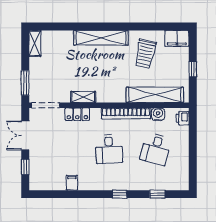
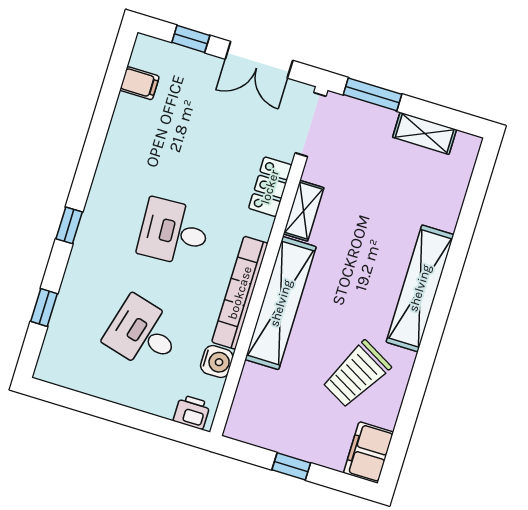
shelving: (35, 43) -> (425, 133), moved
trolley: (145, 54) -> (357, 374), turned -73
shelving: (155, 95) -> (281, 303), moved
double door: (25, 135) -> (259, 60), swing flipped
filing cabinet: (72, 183) -> (140, 83), moved

